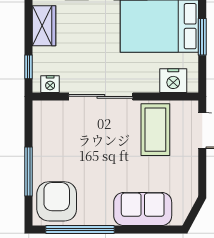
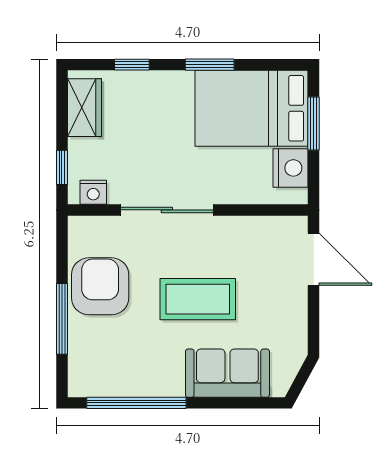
nightstand: (173, 81) -> (291, 168), moved, turned -90
coffee table: (155, 130) -> (198, 299), moved, turned 90
armchair: (57, 201) -> (100, 286), moved

